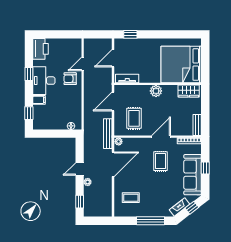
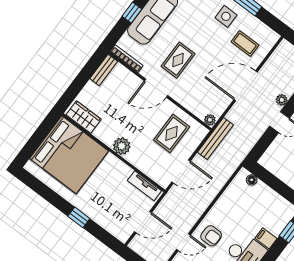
window: (130, 34) -> (79, 217), moved
door: (113, 164) -> (246, 86), moved
side table: (152, 205) -> (226, 16), added

